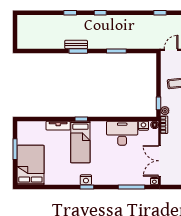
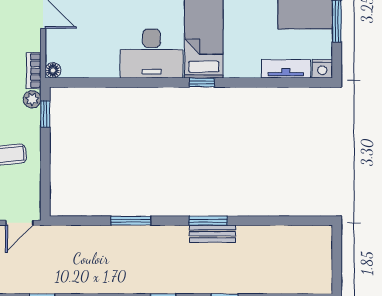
tv unit: (58, 126) -> (286, 69), moved
nightstand: (143, 126) -> (322, 69), moved
desk: (122, 133) -> (152, 54), moved

